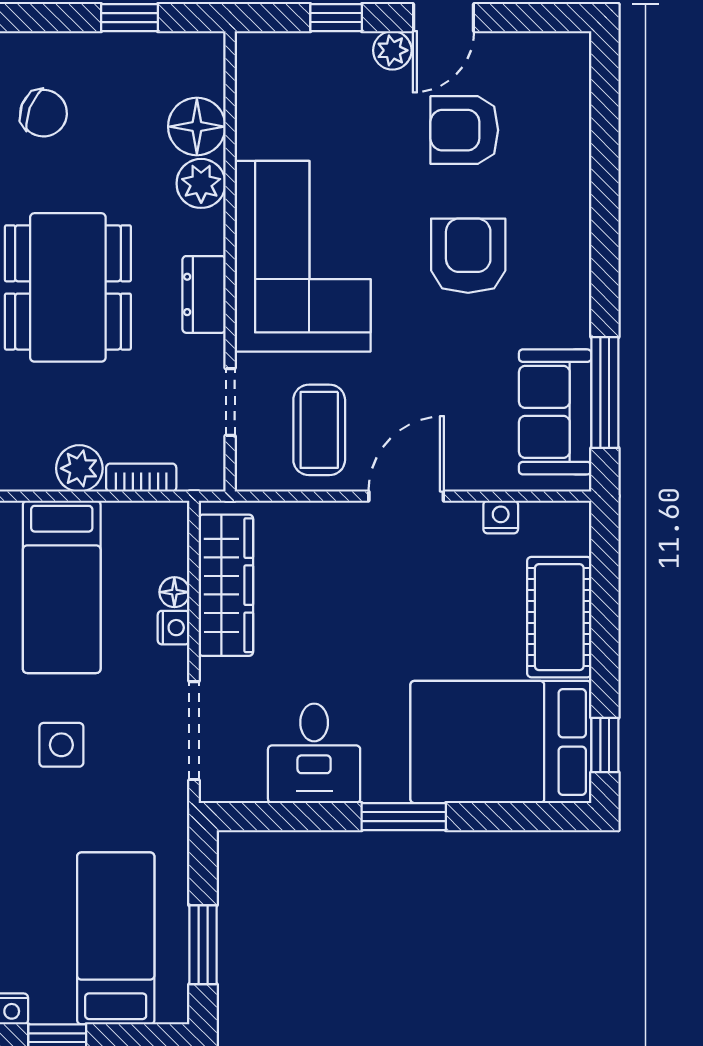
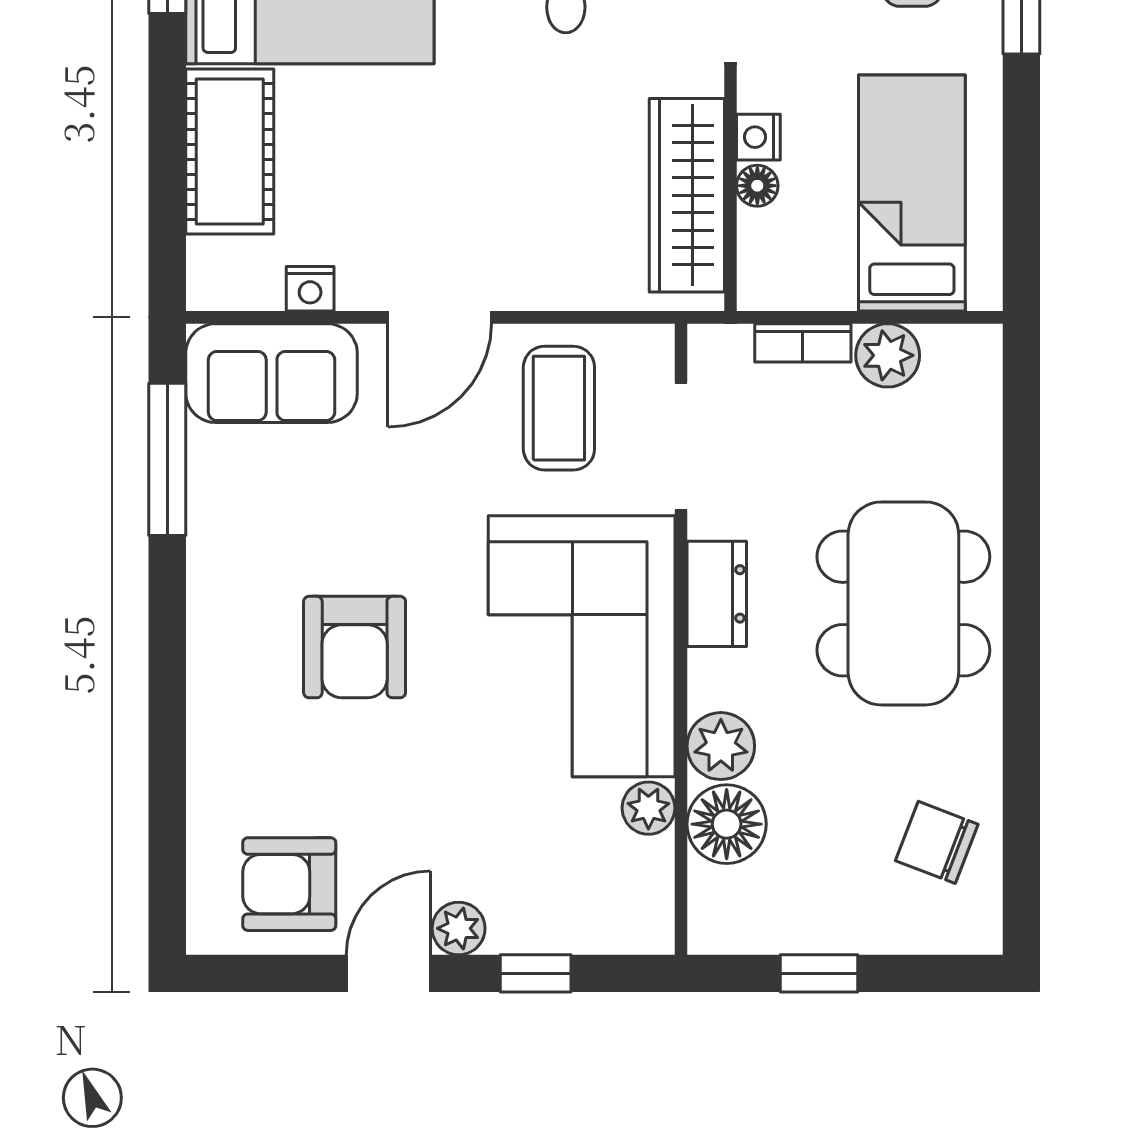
armchair: (464, 130) -> (289, 884), moved, turned 180
plant: (254, 138) -> (648, 808), added
doorway: (230, 402) -> (681, 446), width x1.38
sofa: (555, 412) -> (272, 373), moved, turned 90

